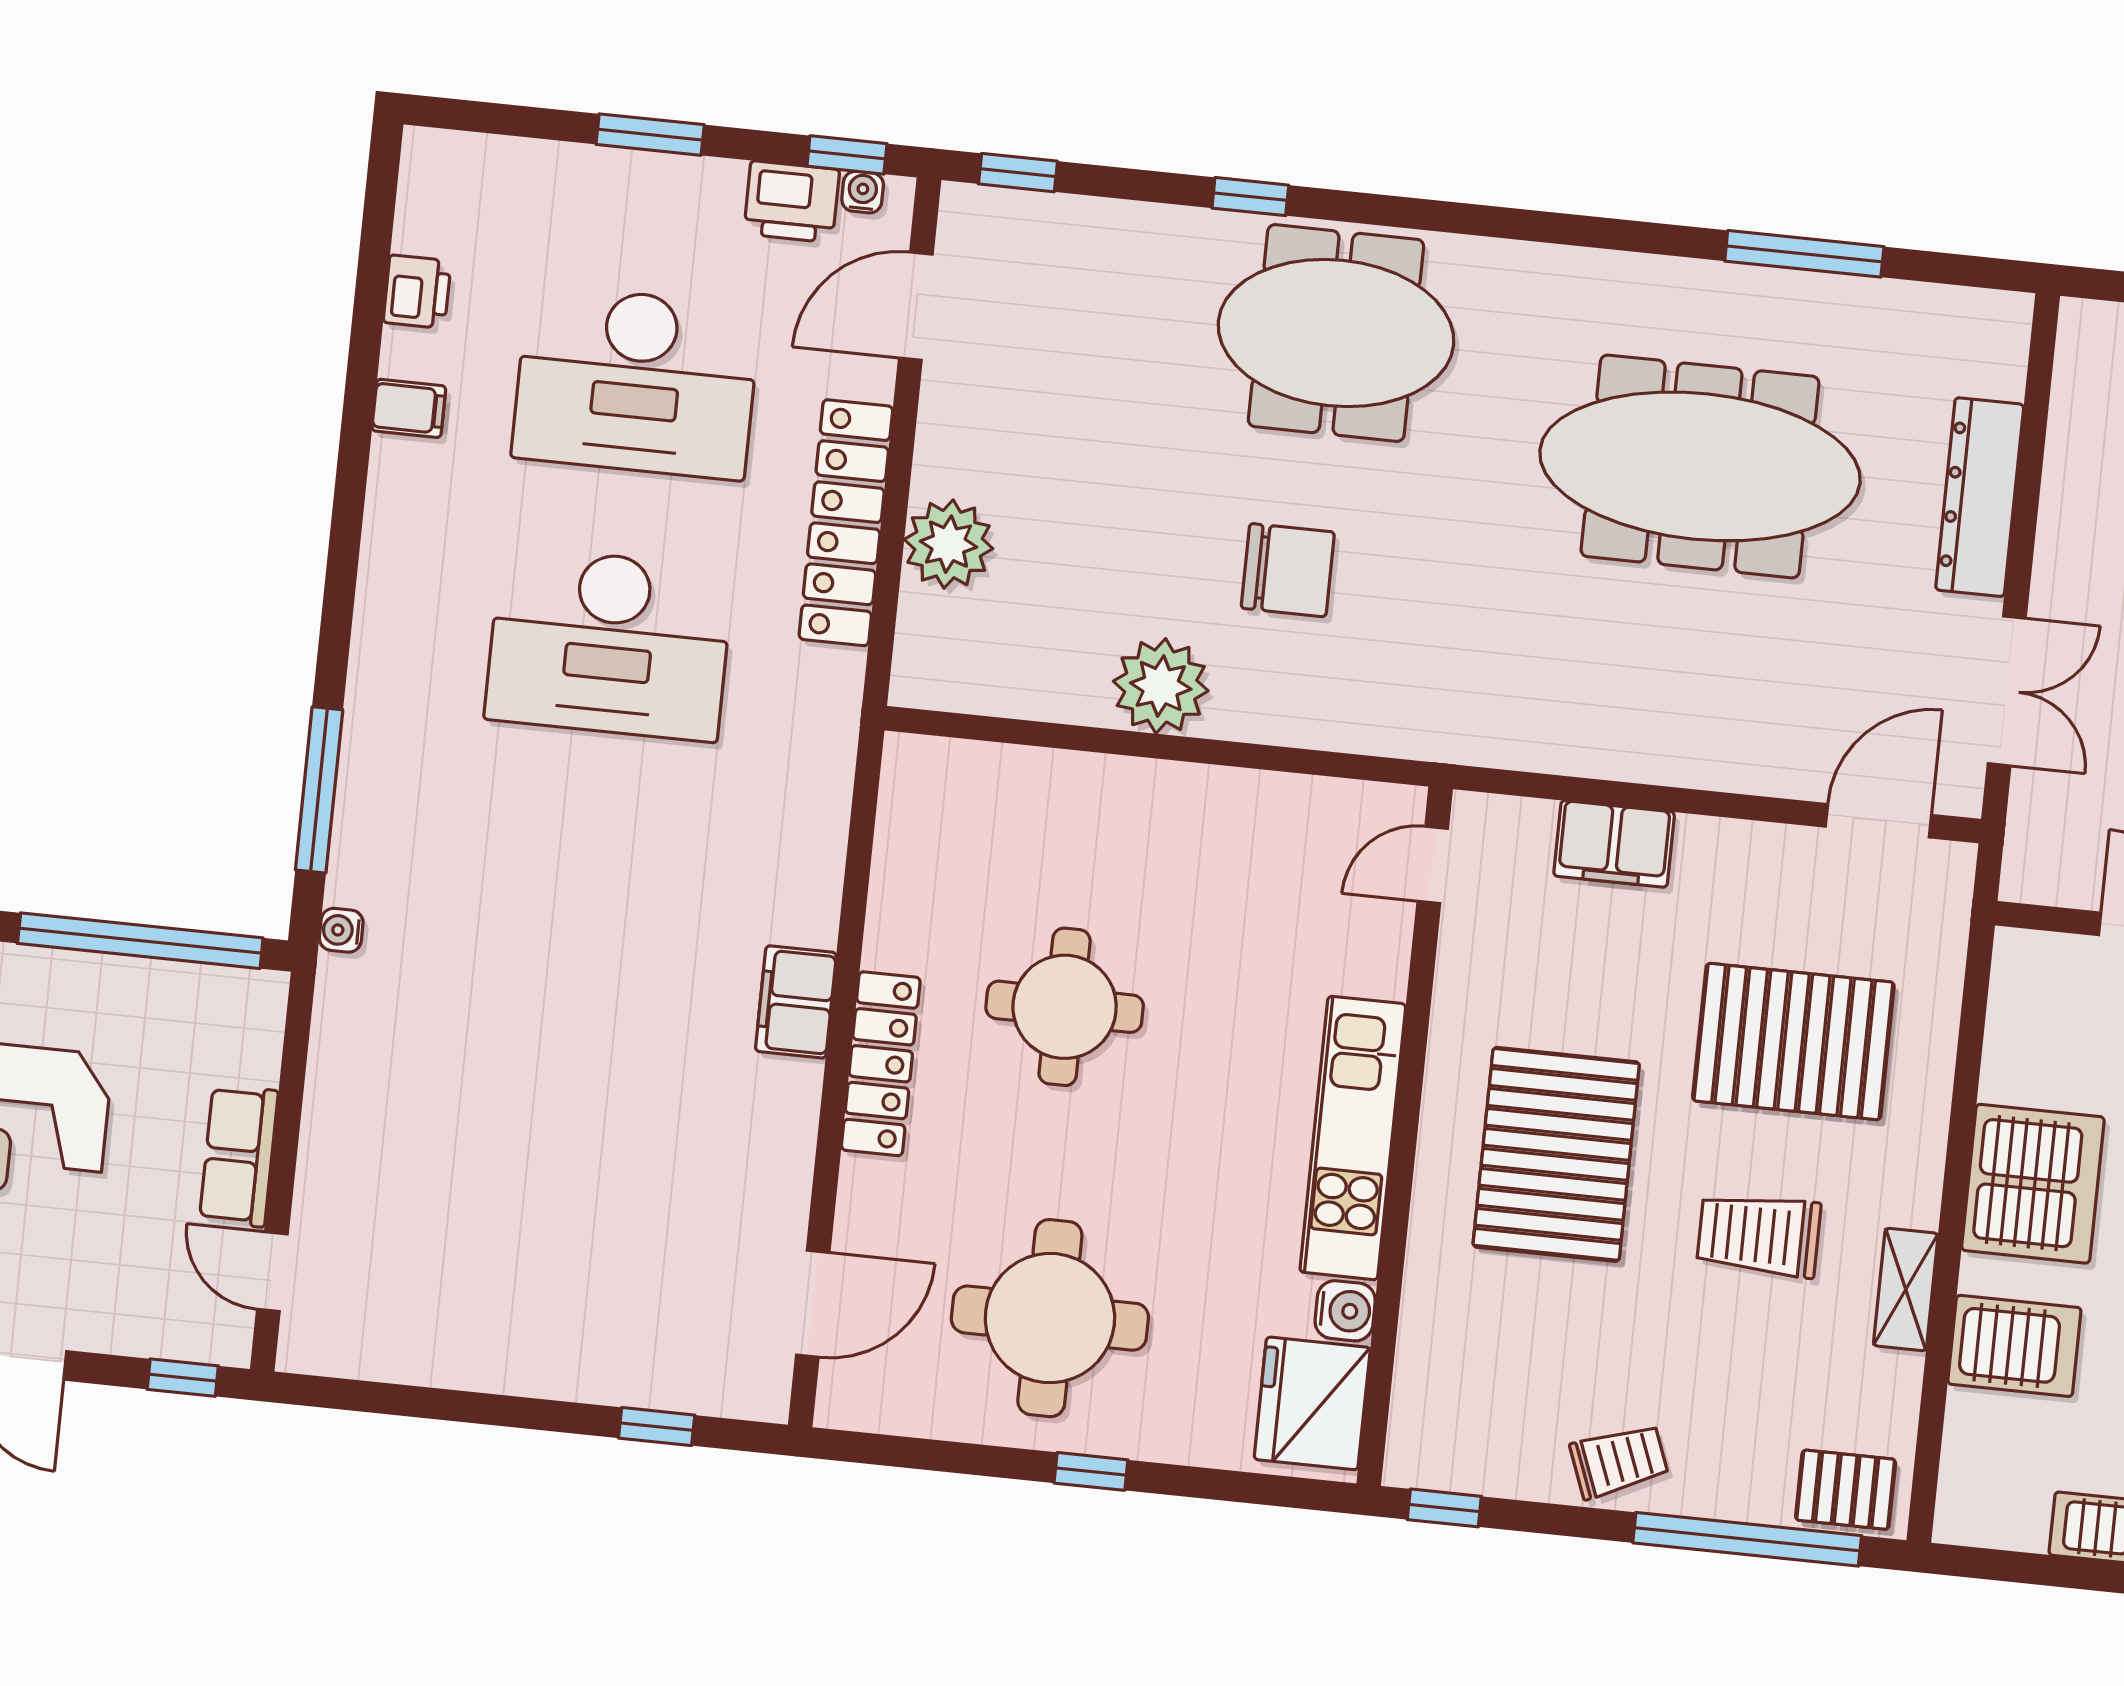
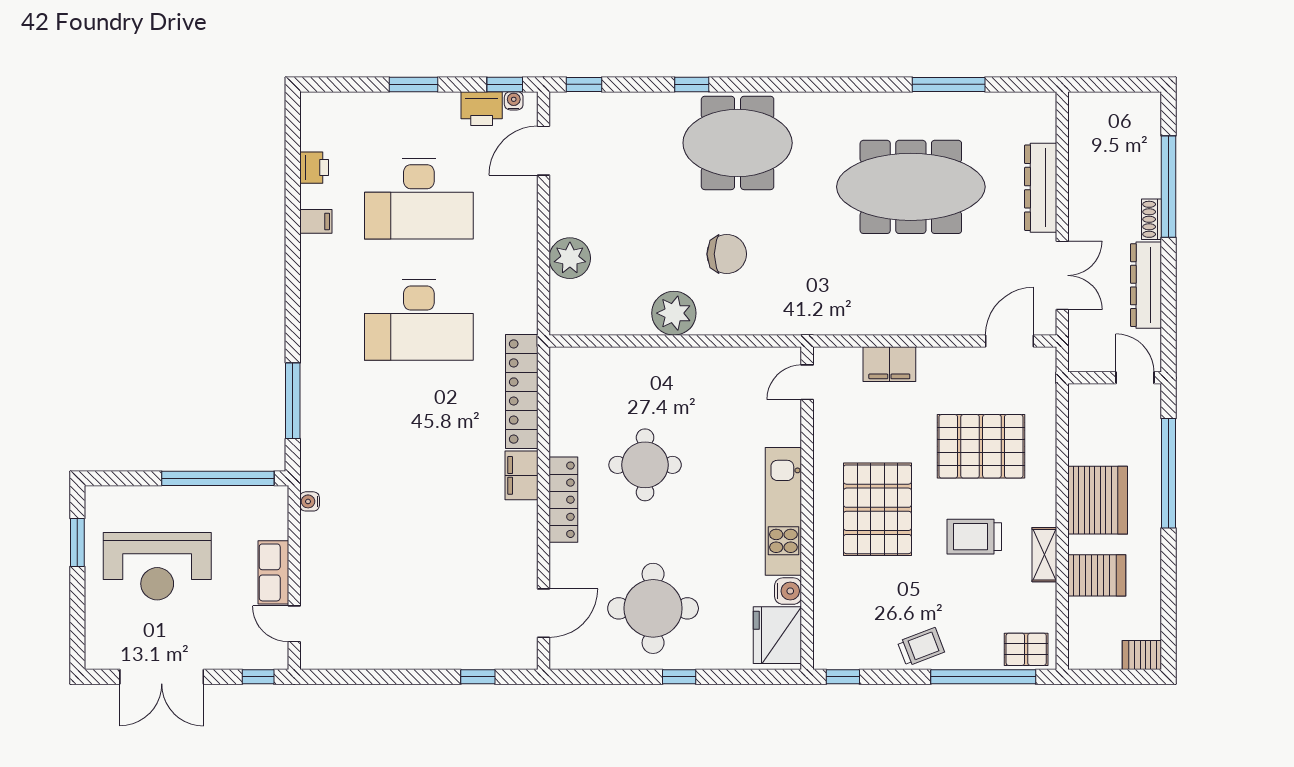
locker: (846, 523) -> (522, 391), moved
water cooler: (341, 930) -> (310, 501), moved

